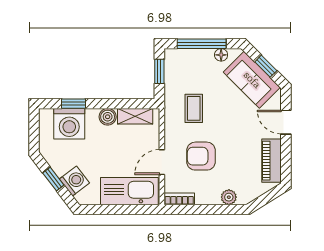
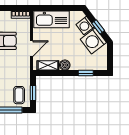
coffee table: (194, 108) -> (19, 95), moved
washing machine: (69, 124) -> (93, 41), moved, turned -127
door: (162, 162) -> (31, 49), moved

